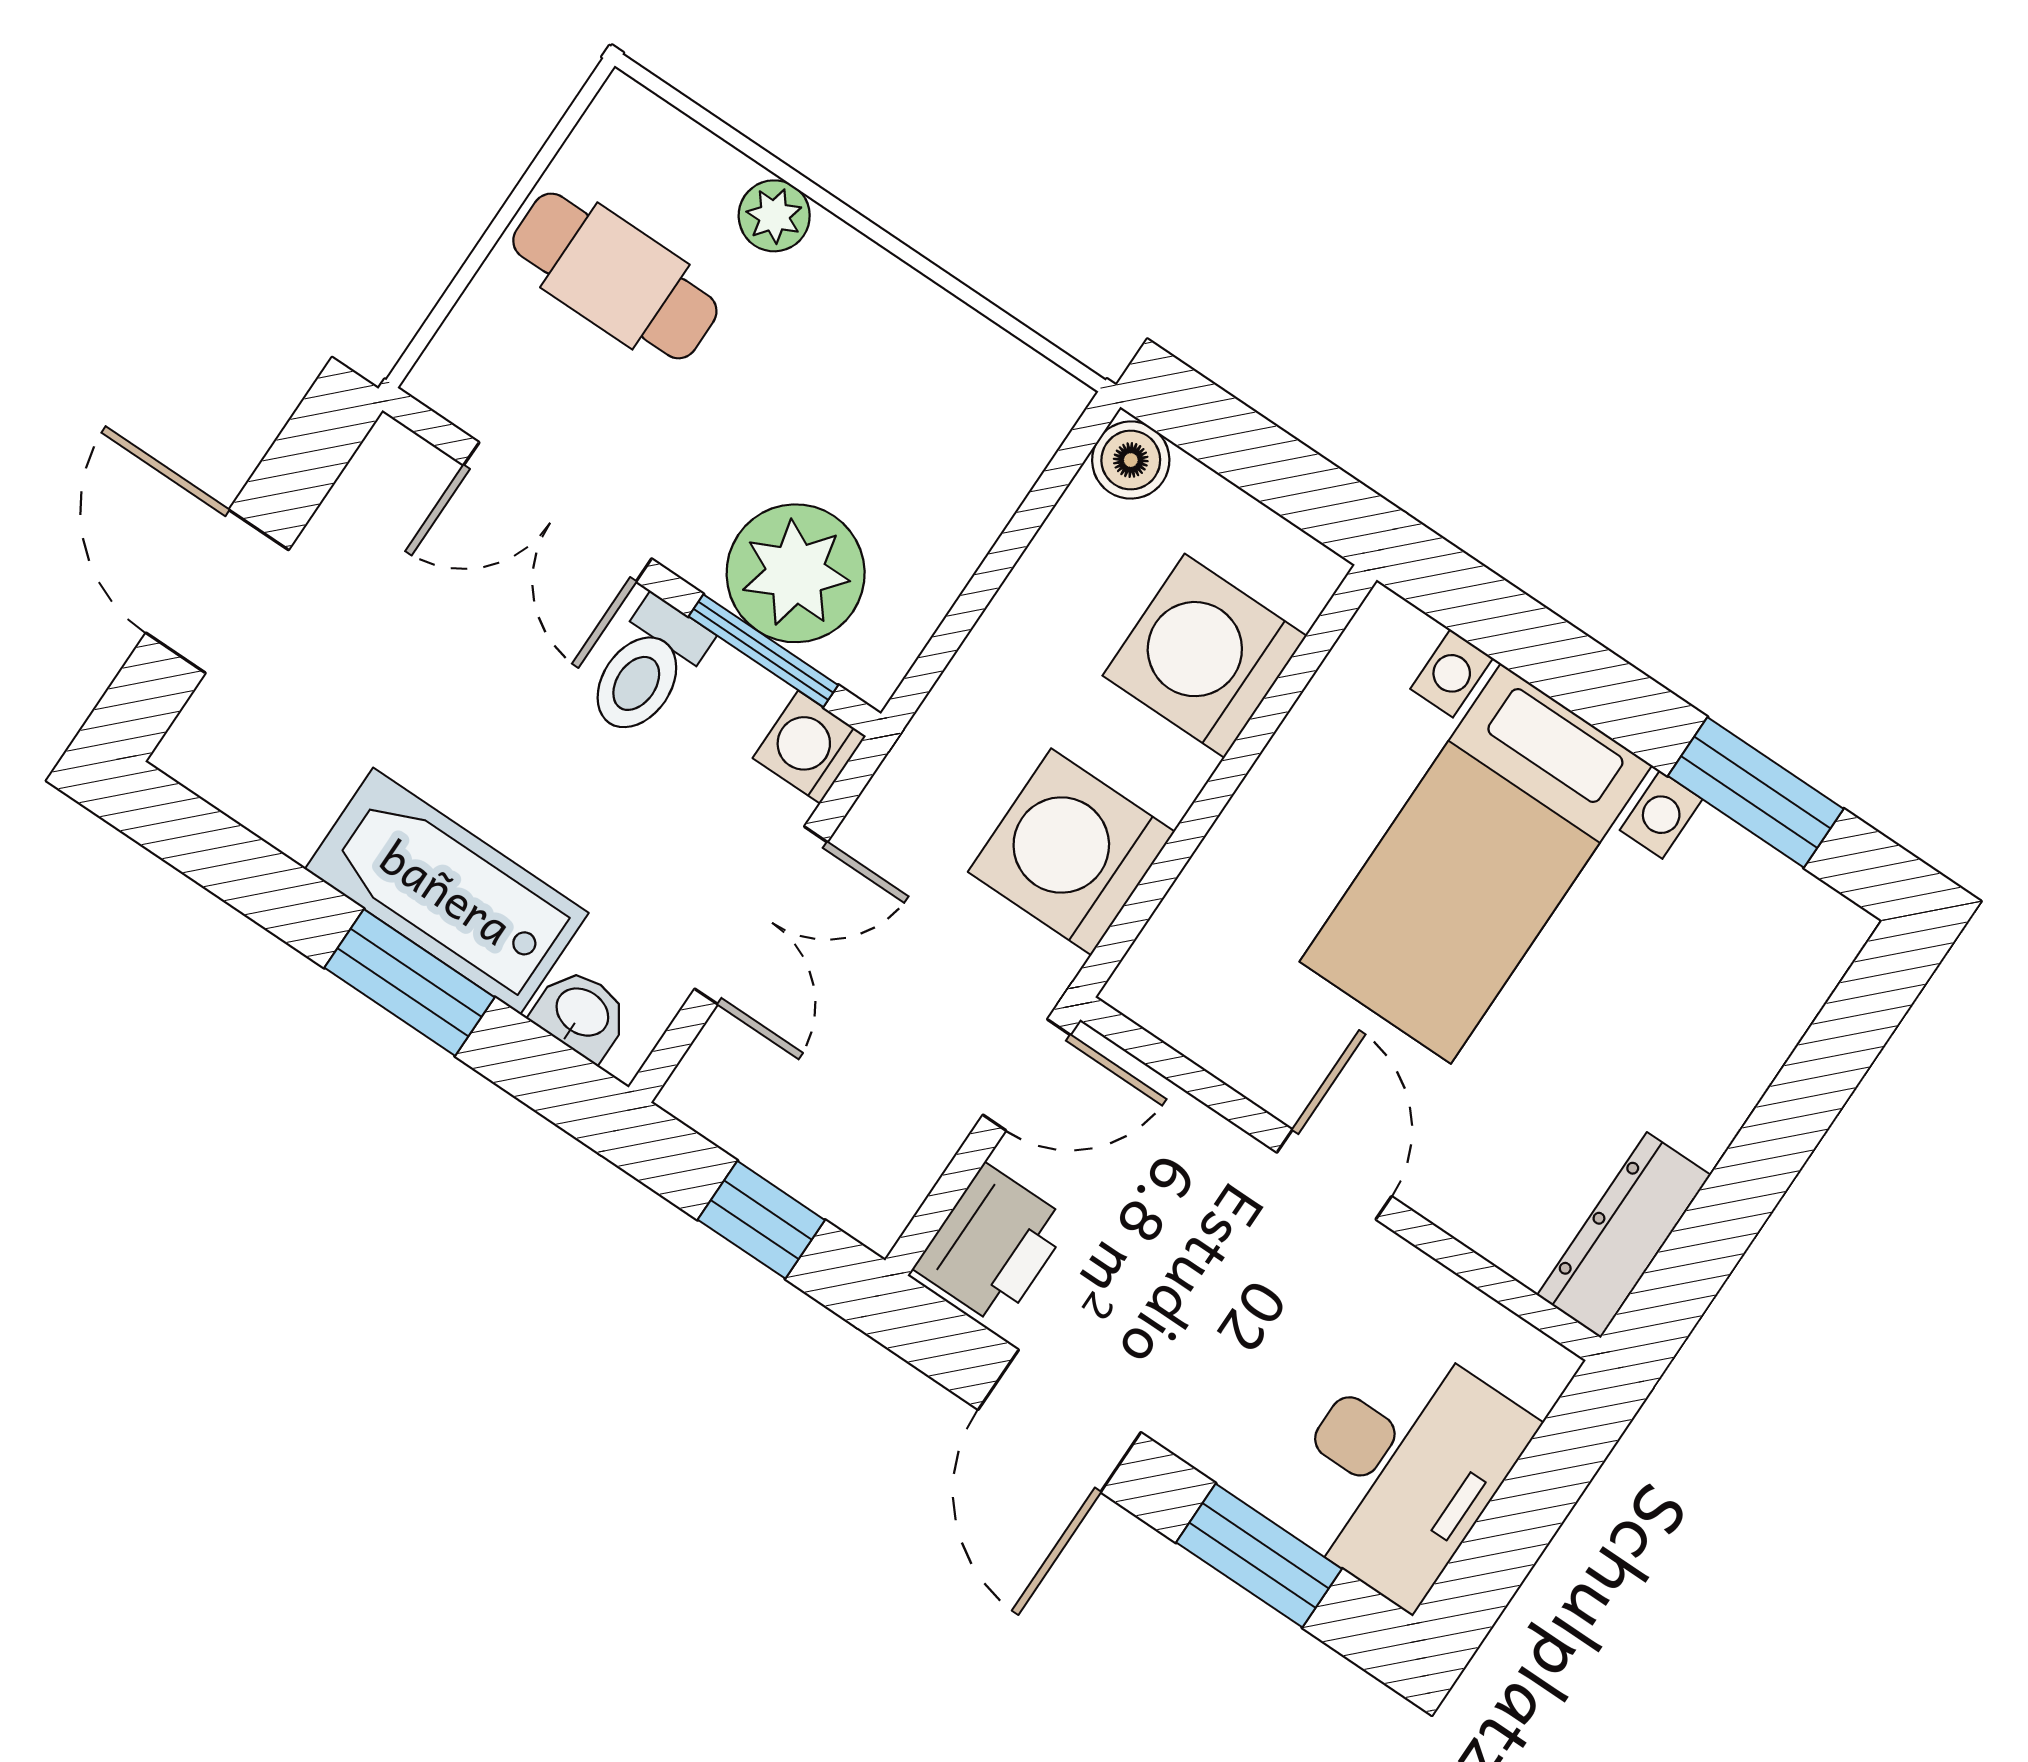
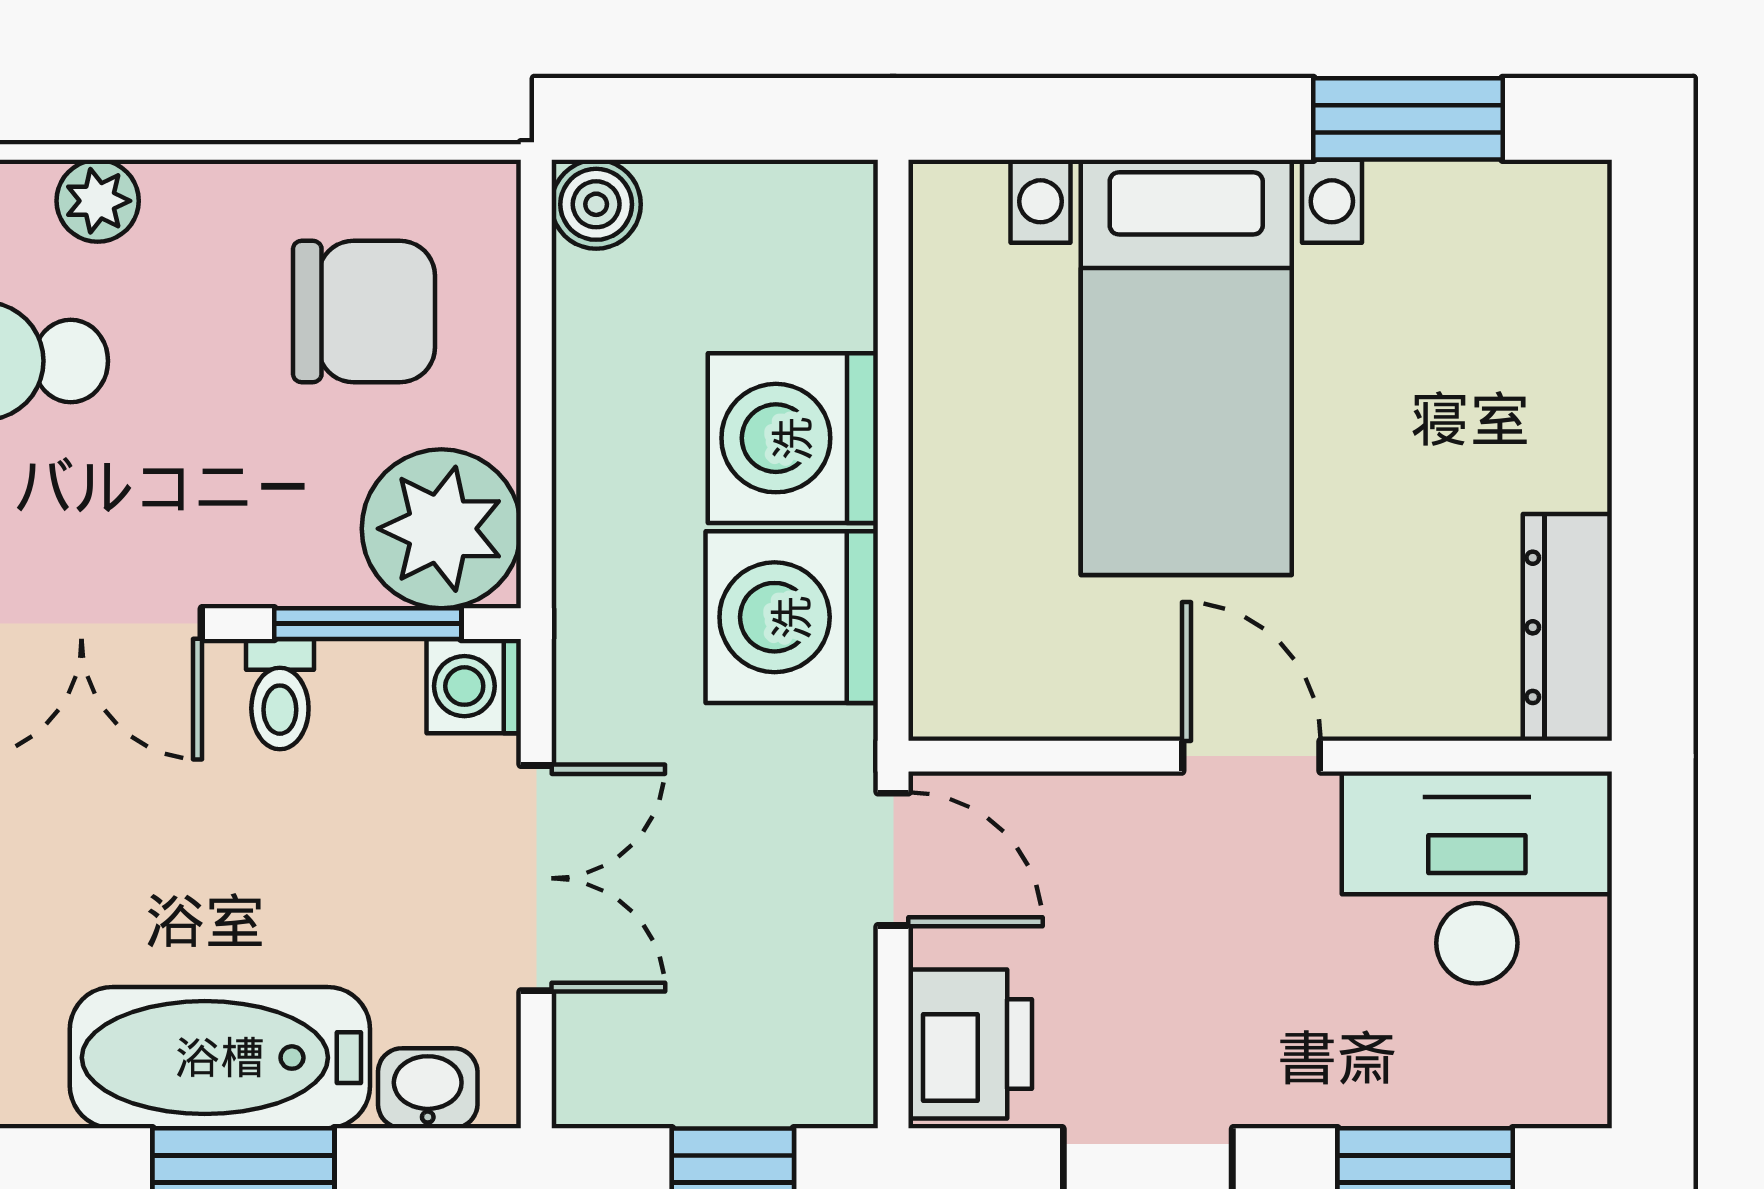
chair: (912, 425) -> (364, 312), added
plant: (796, 573) -> (441, 529), moved
washing machine: (1205, 656) -> (793, 438), moved
toilet: (647, 668) -> (280, 694), width x0.73, depth x0.72
door: (1027, 1075) -> (893, 859), hinge flipped
desk: (1402, 1468) -> (1477, 877), moved, turned -90

